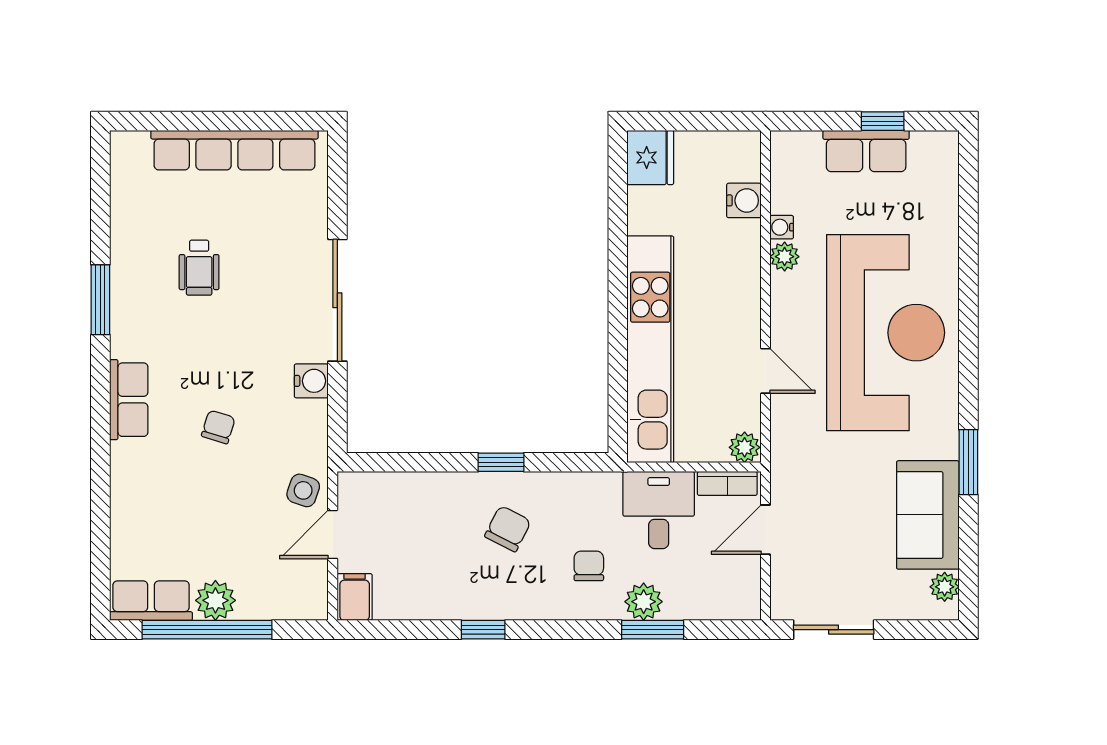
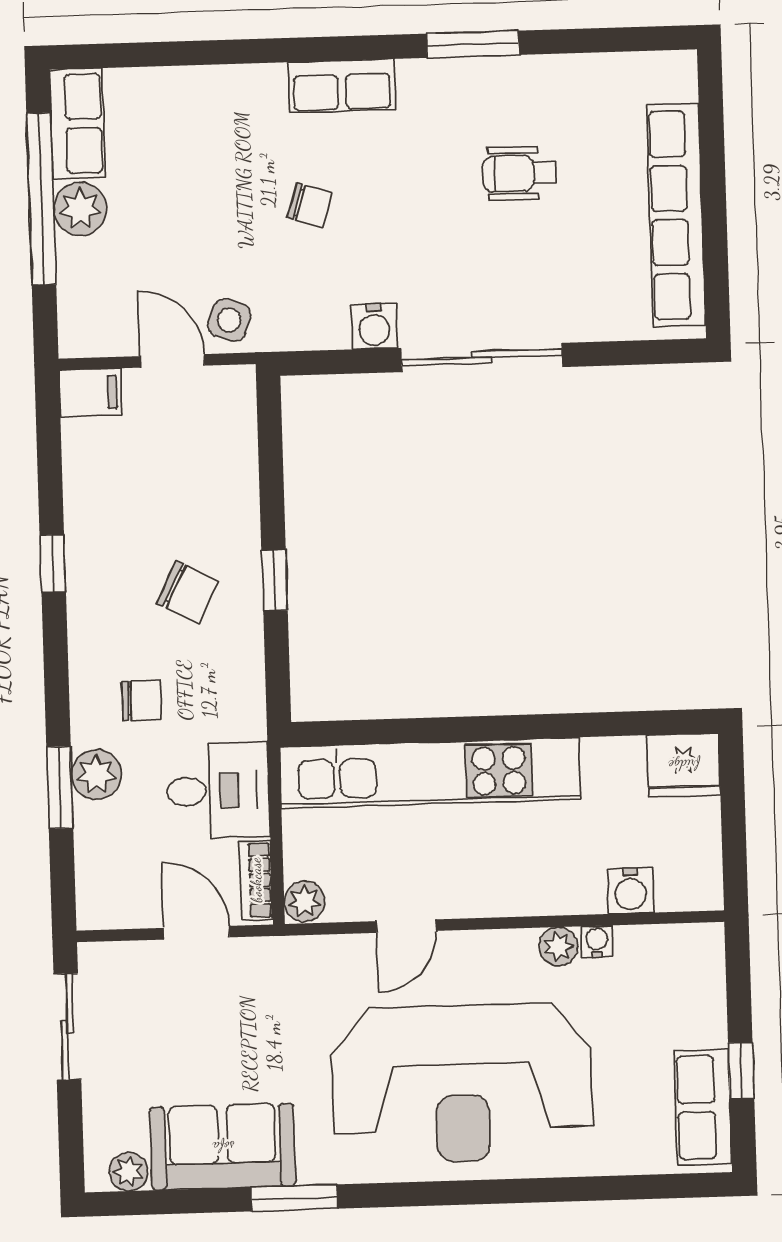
row of seats: (866, 151) -> (703, 1107), moved

